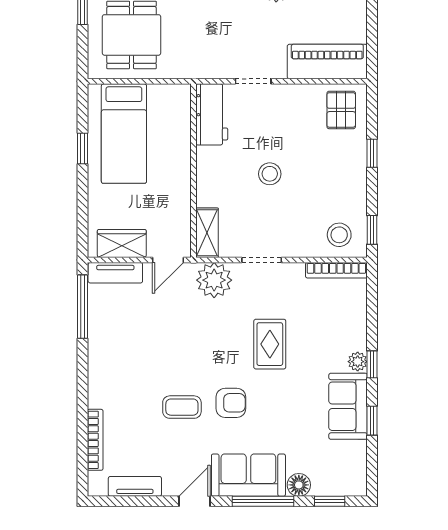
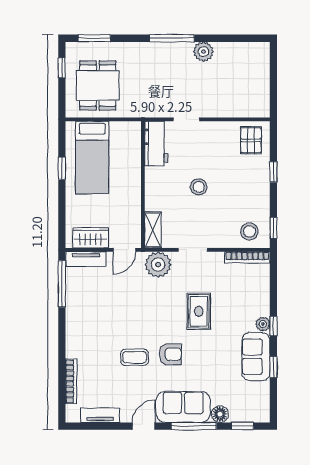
piano: (327, 62) -> (241, 105), removed

